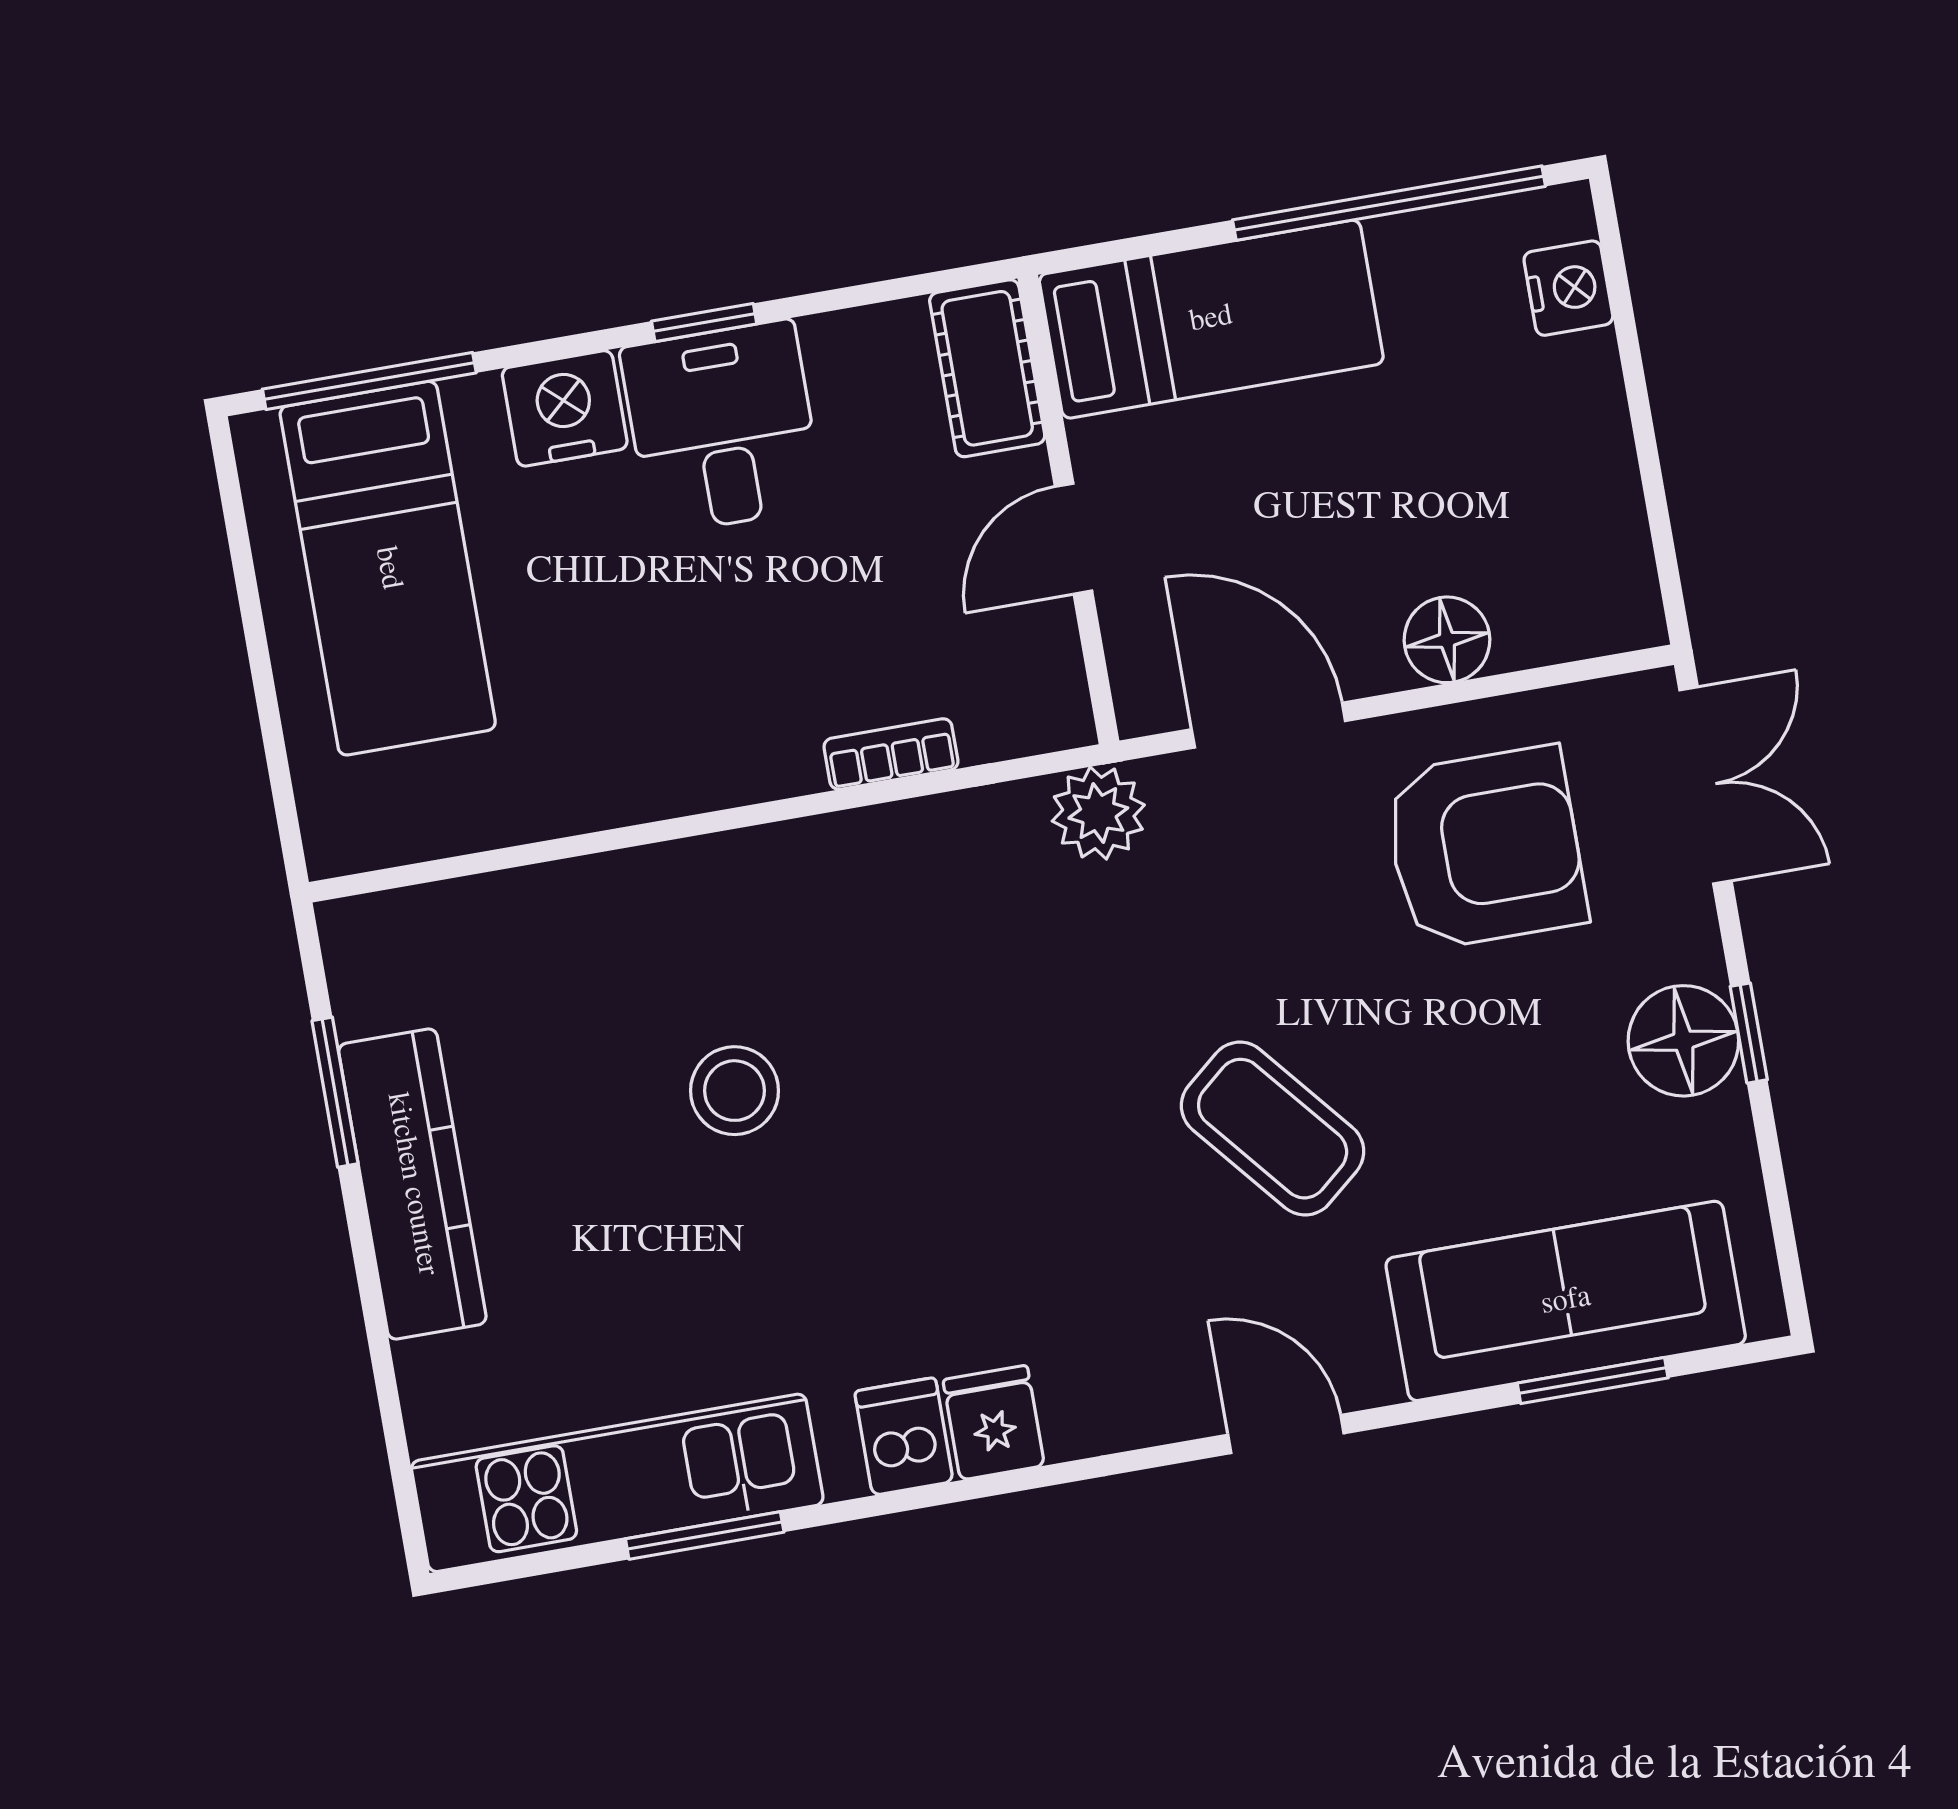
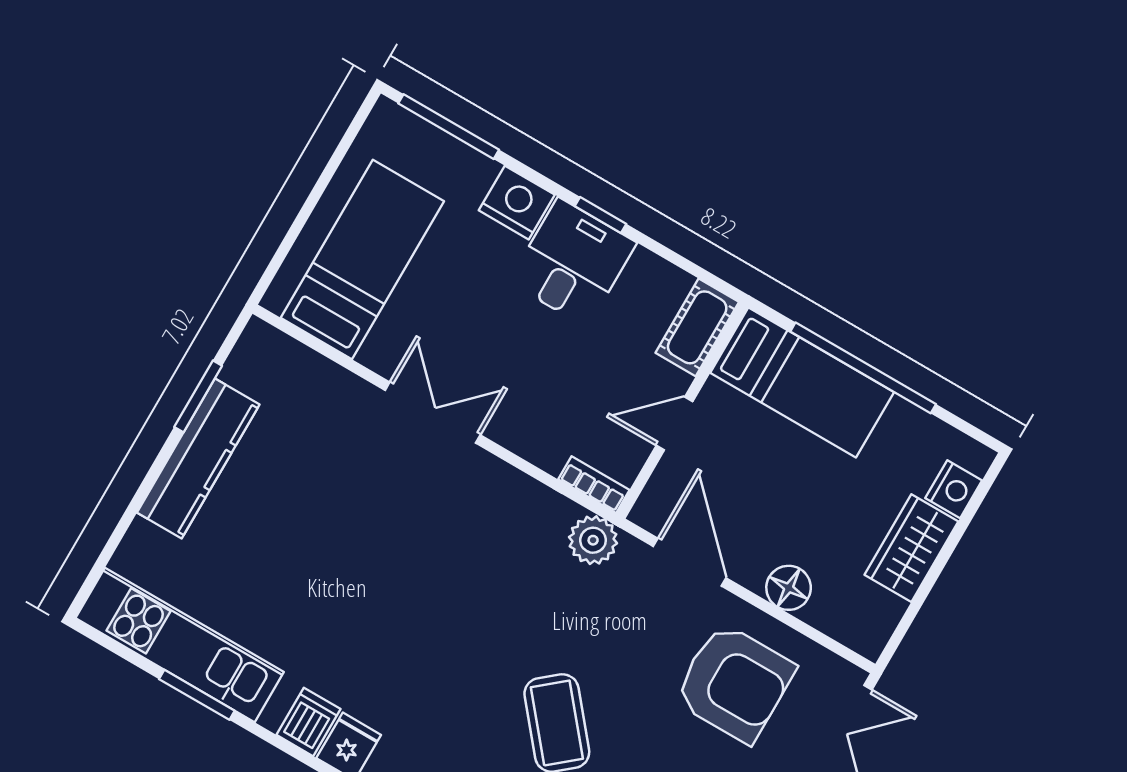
window: (1389, 203) -> (863, 368), moved
wardrobe: (1579, 428) -> (911, 548), added
bed: (388, 568) -> (362, 259), moved, turned 180
bookcase: (891, 754) -> (594, 485), moved
double door: (702, 824) -> (433, 413), added
stool: (735, 1091) -> (357, 529), removed

